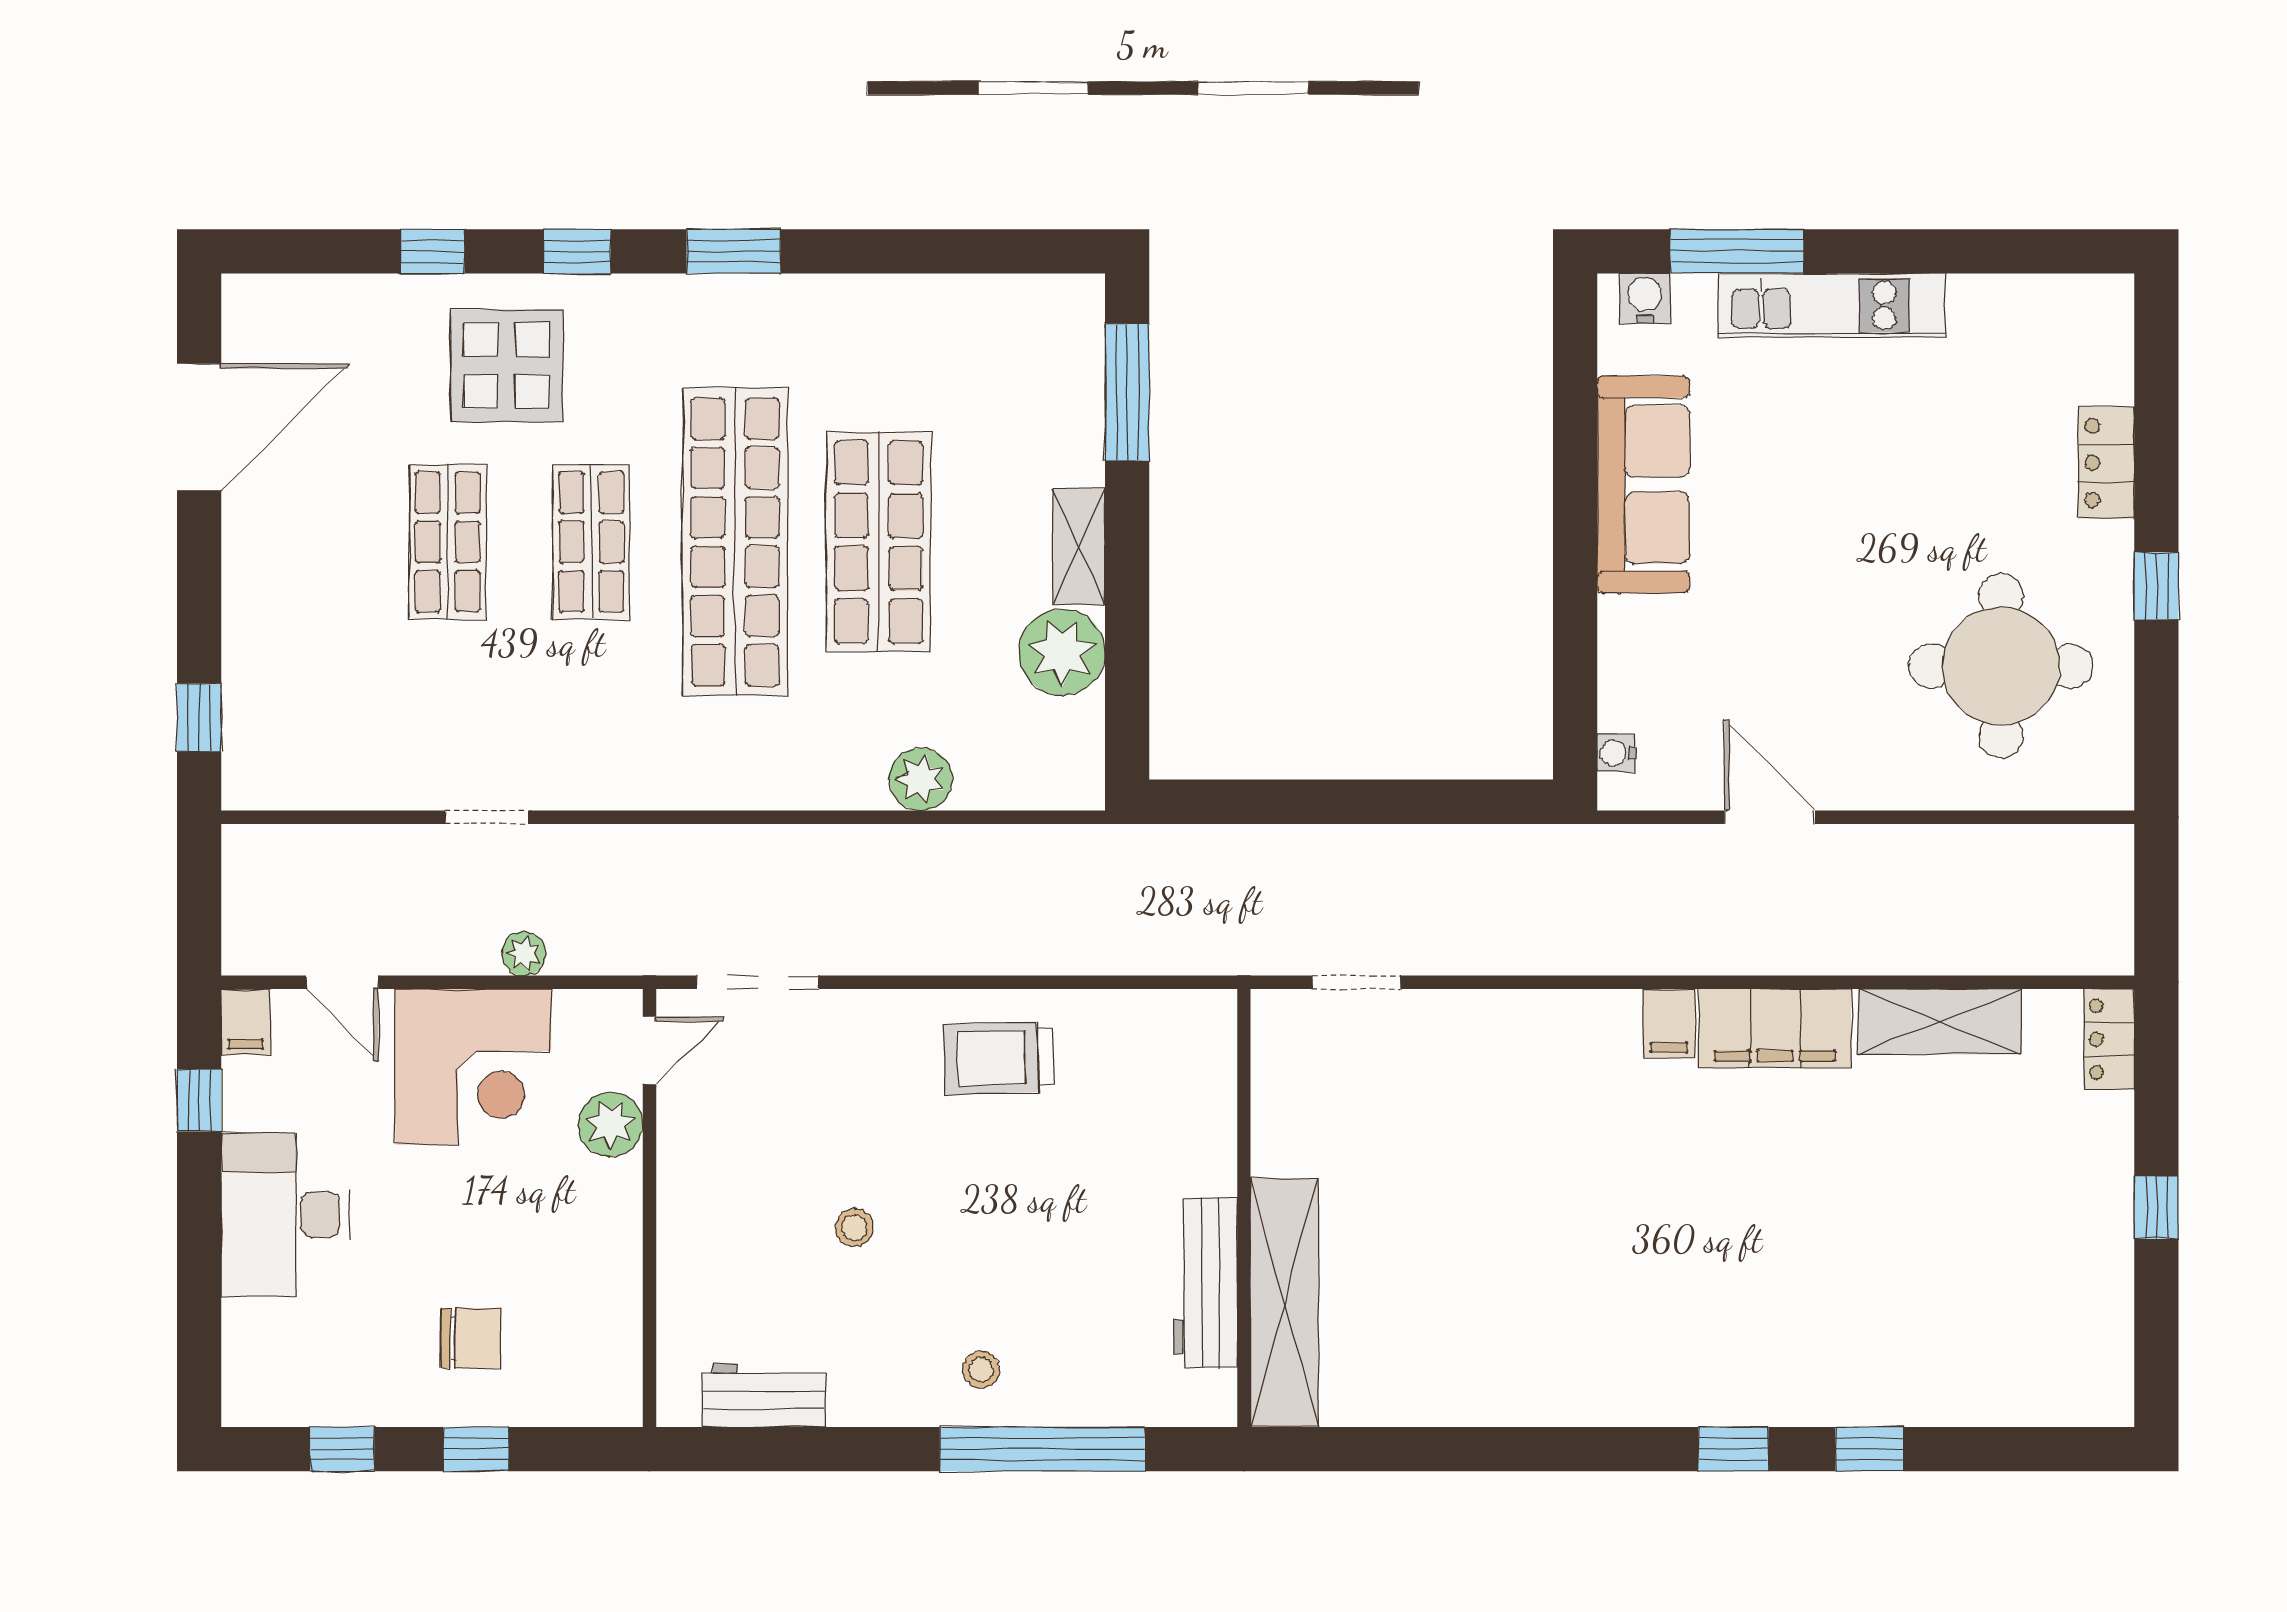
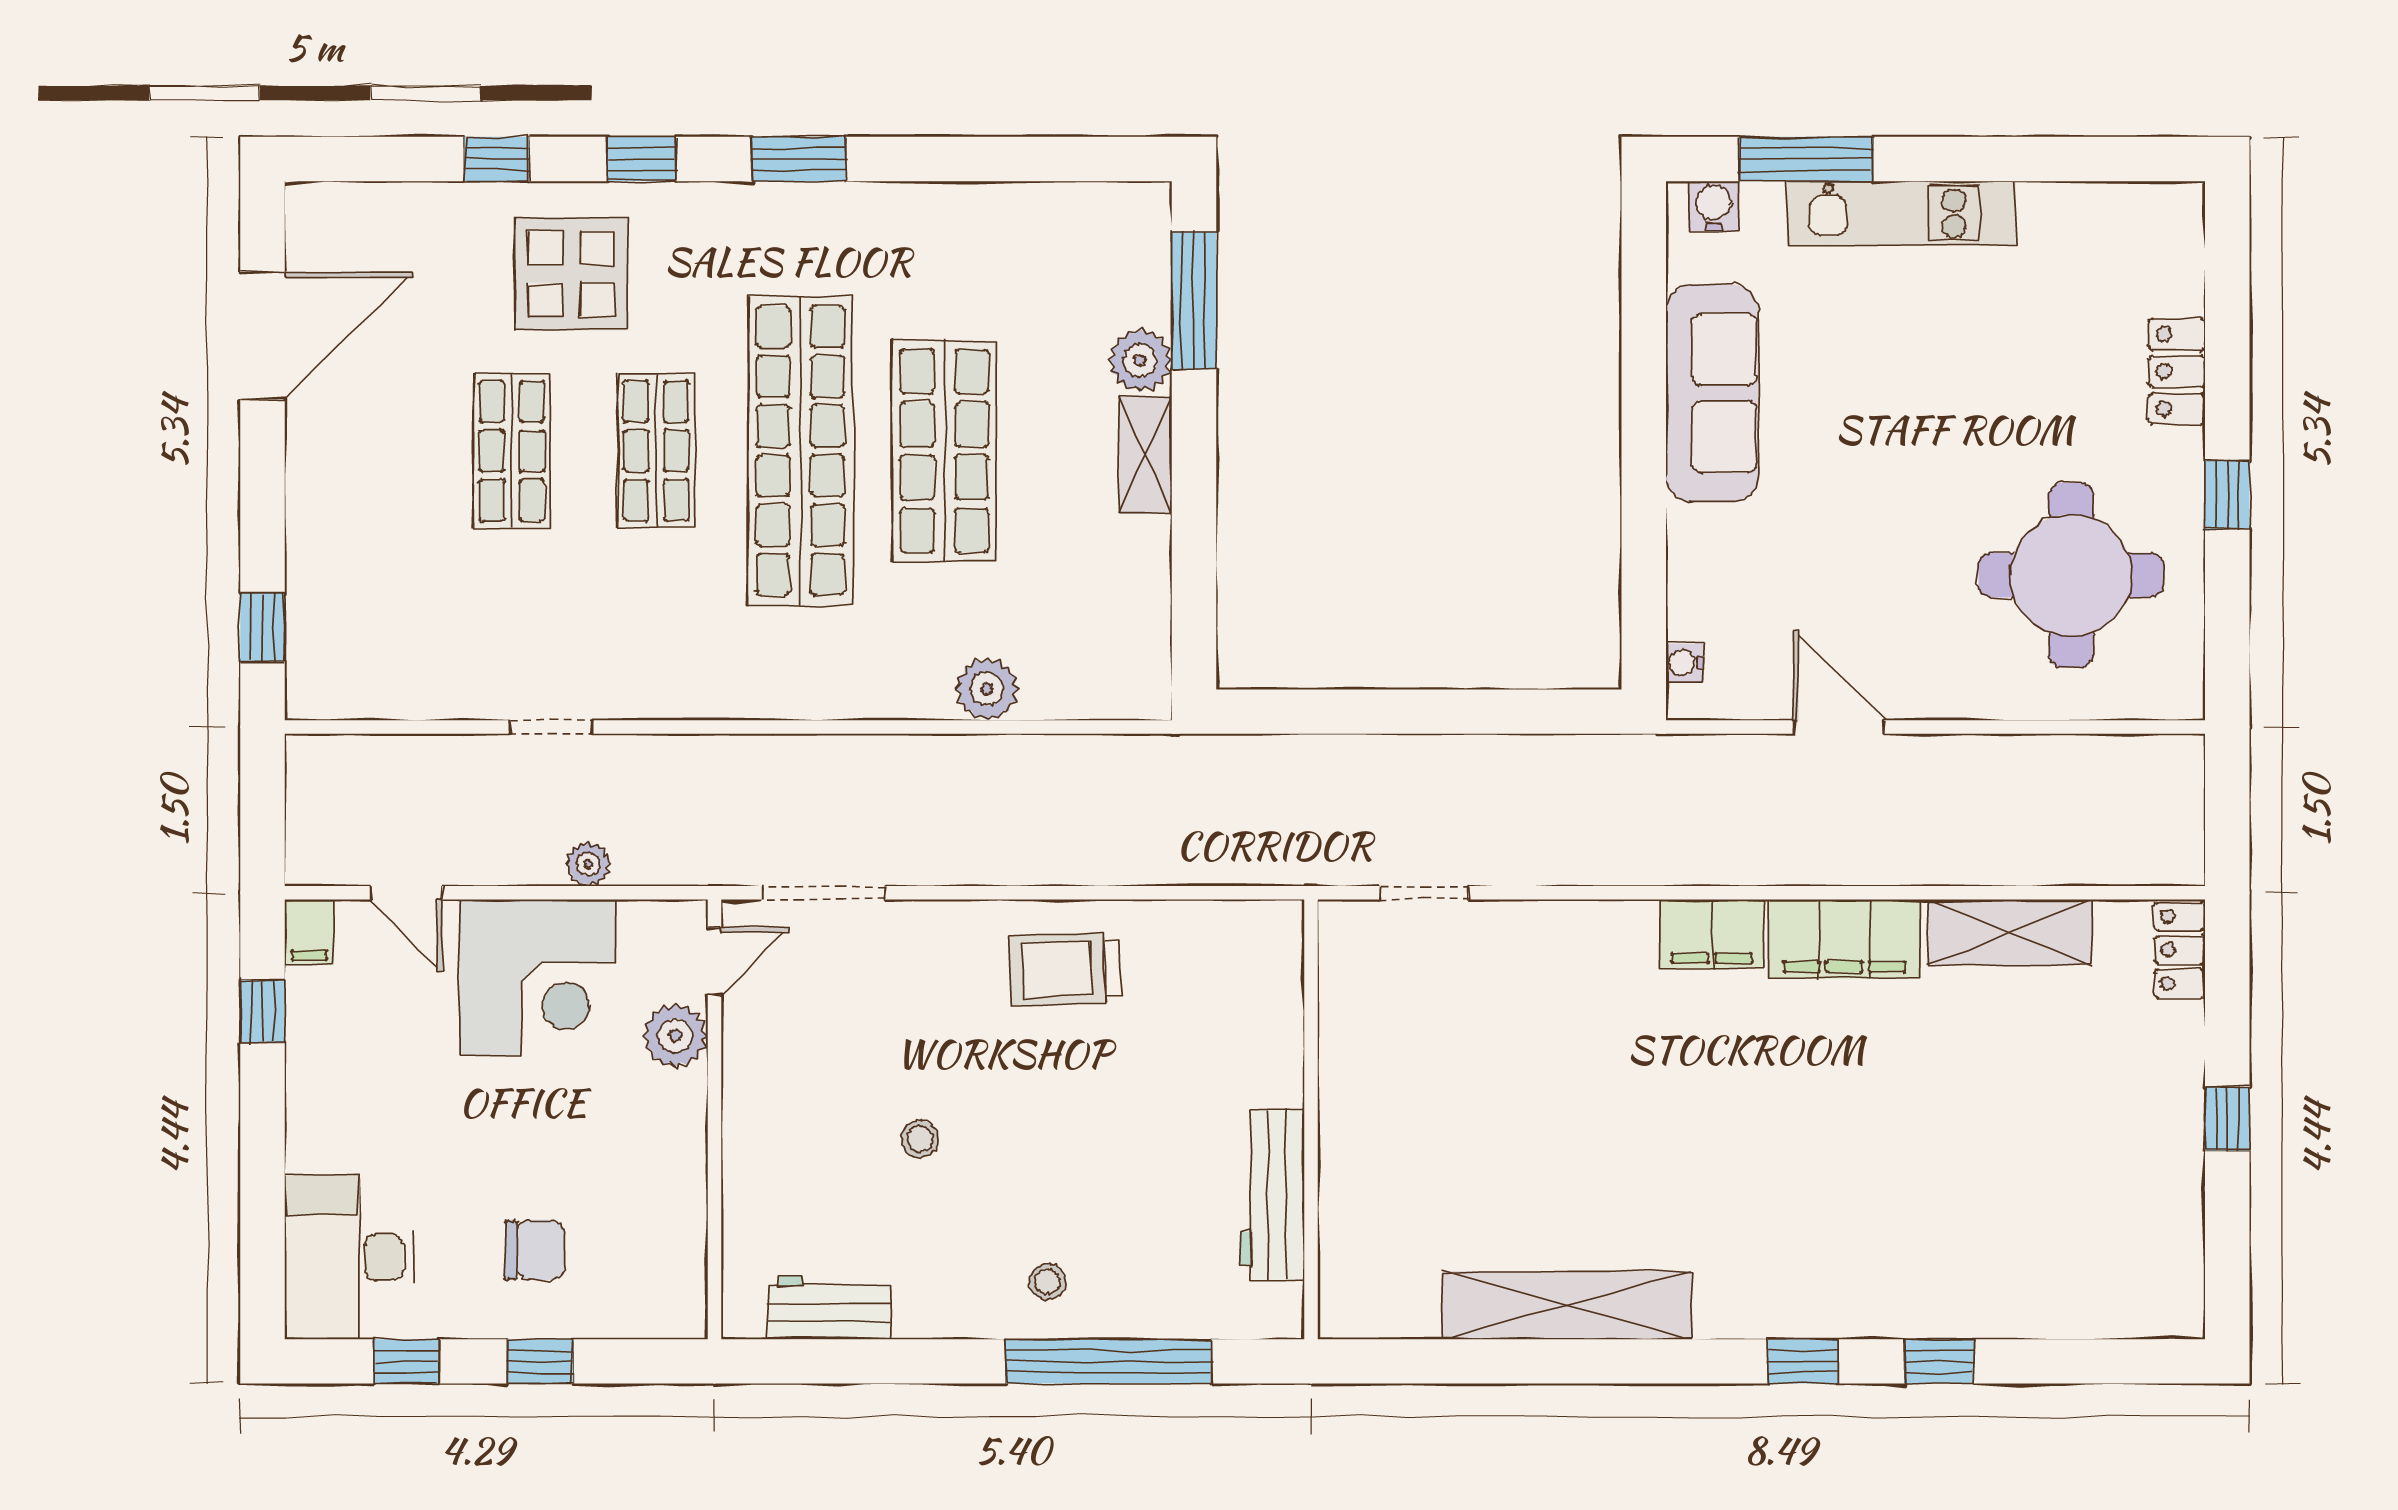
plant: (1062, 652) -> (1140, 361), moved, width x0.73, depth x0.73
filing cabinet: (1669, 1023) -> (1712, 934), width x2.00
desk: (285, 1215) -> (349, 1257), moved
shelving: (1284, 1303) -> (1567, 1305), moved, turned 90

